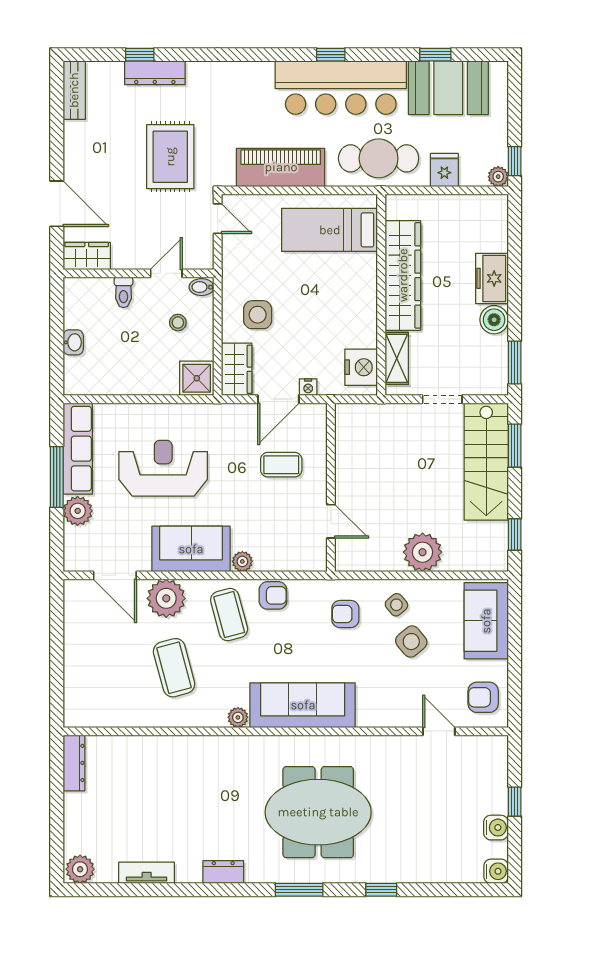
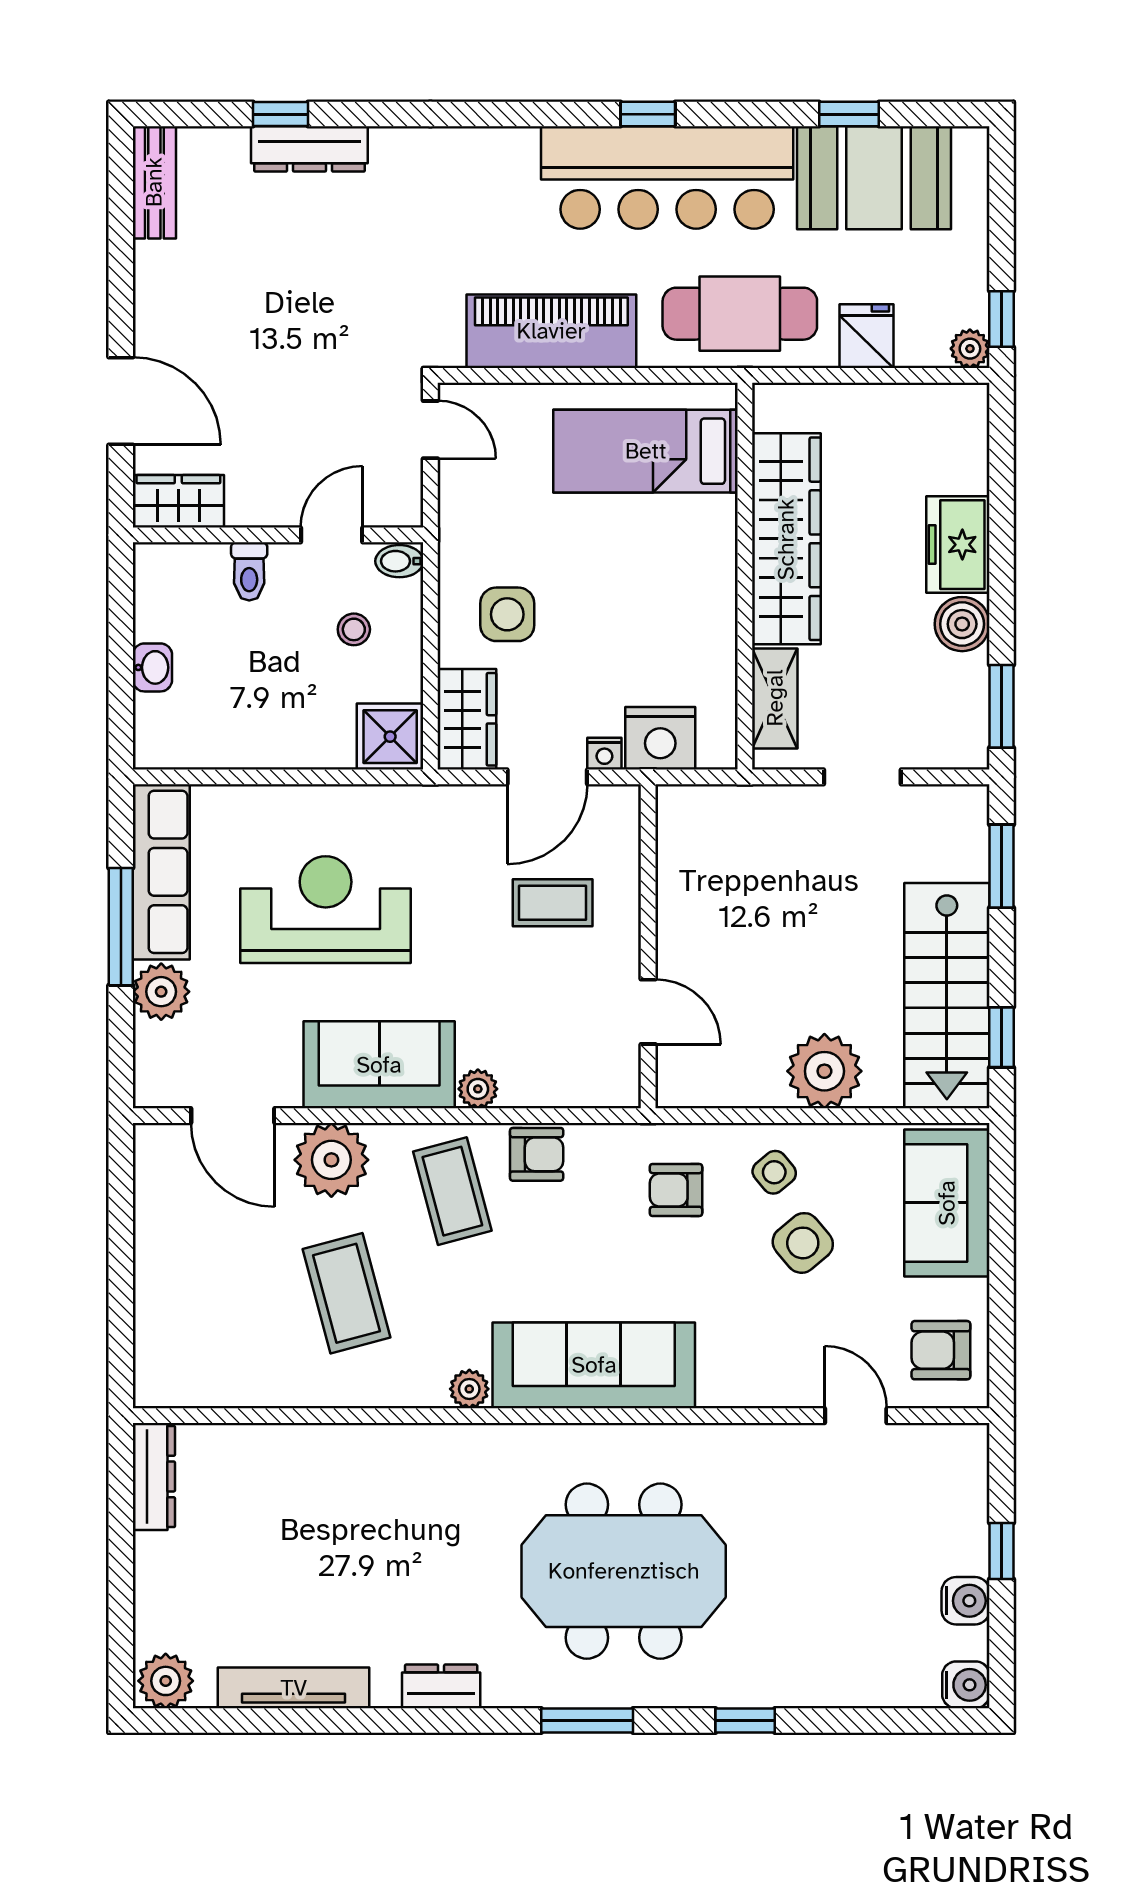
rug: (170, 157) -> (339, 310), removed
nightstand: (361, 367) -> (660, 738), moved, turned 90
stairs: (486, 462) -> (947, 996), moved
tv unit: (147, 873) -> (294, 1688), width x1.41

